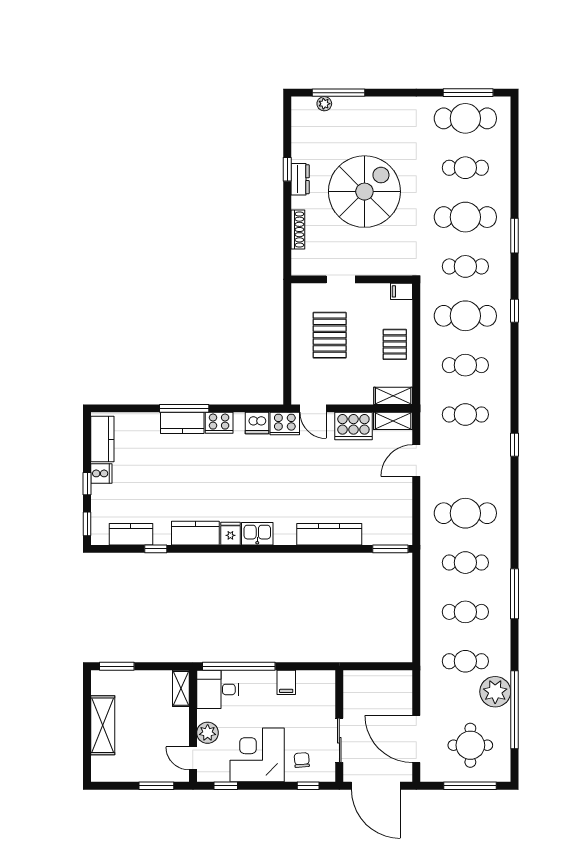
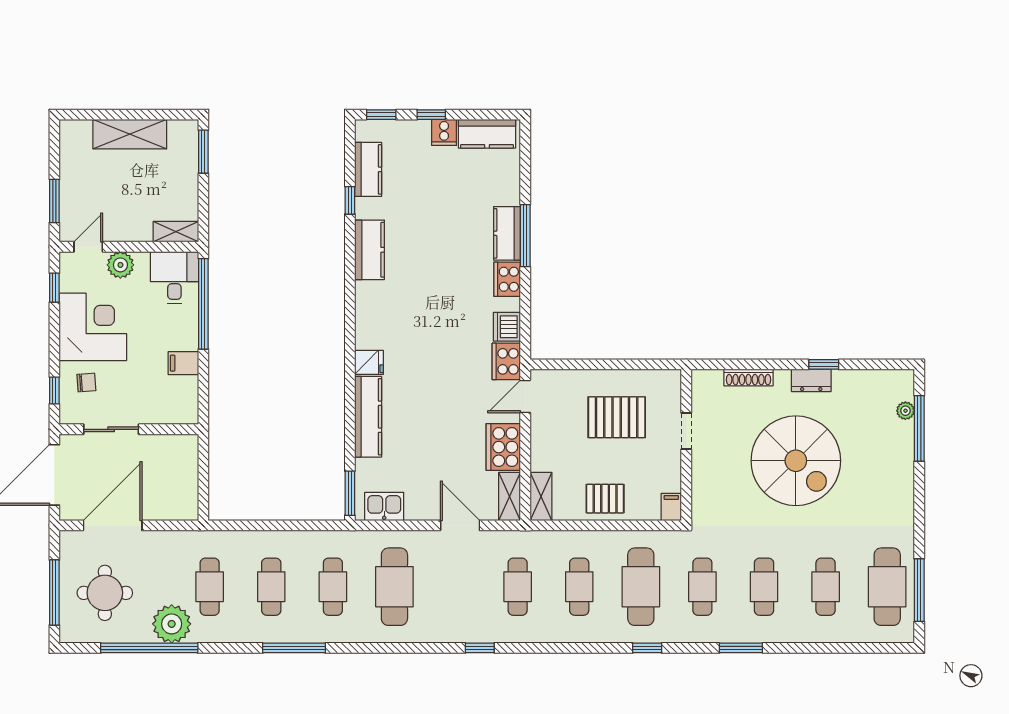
cafe table: (465, 217) -> (764, 587), width x0.73, depth x0.74
fridge: (230, 534) -> (369, 362), moved
kitchen sink: (257, 534) -> (384, 506), moved, turned -90

